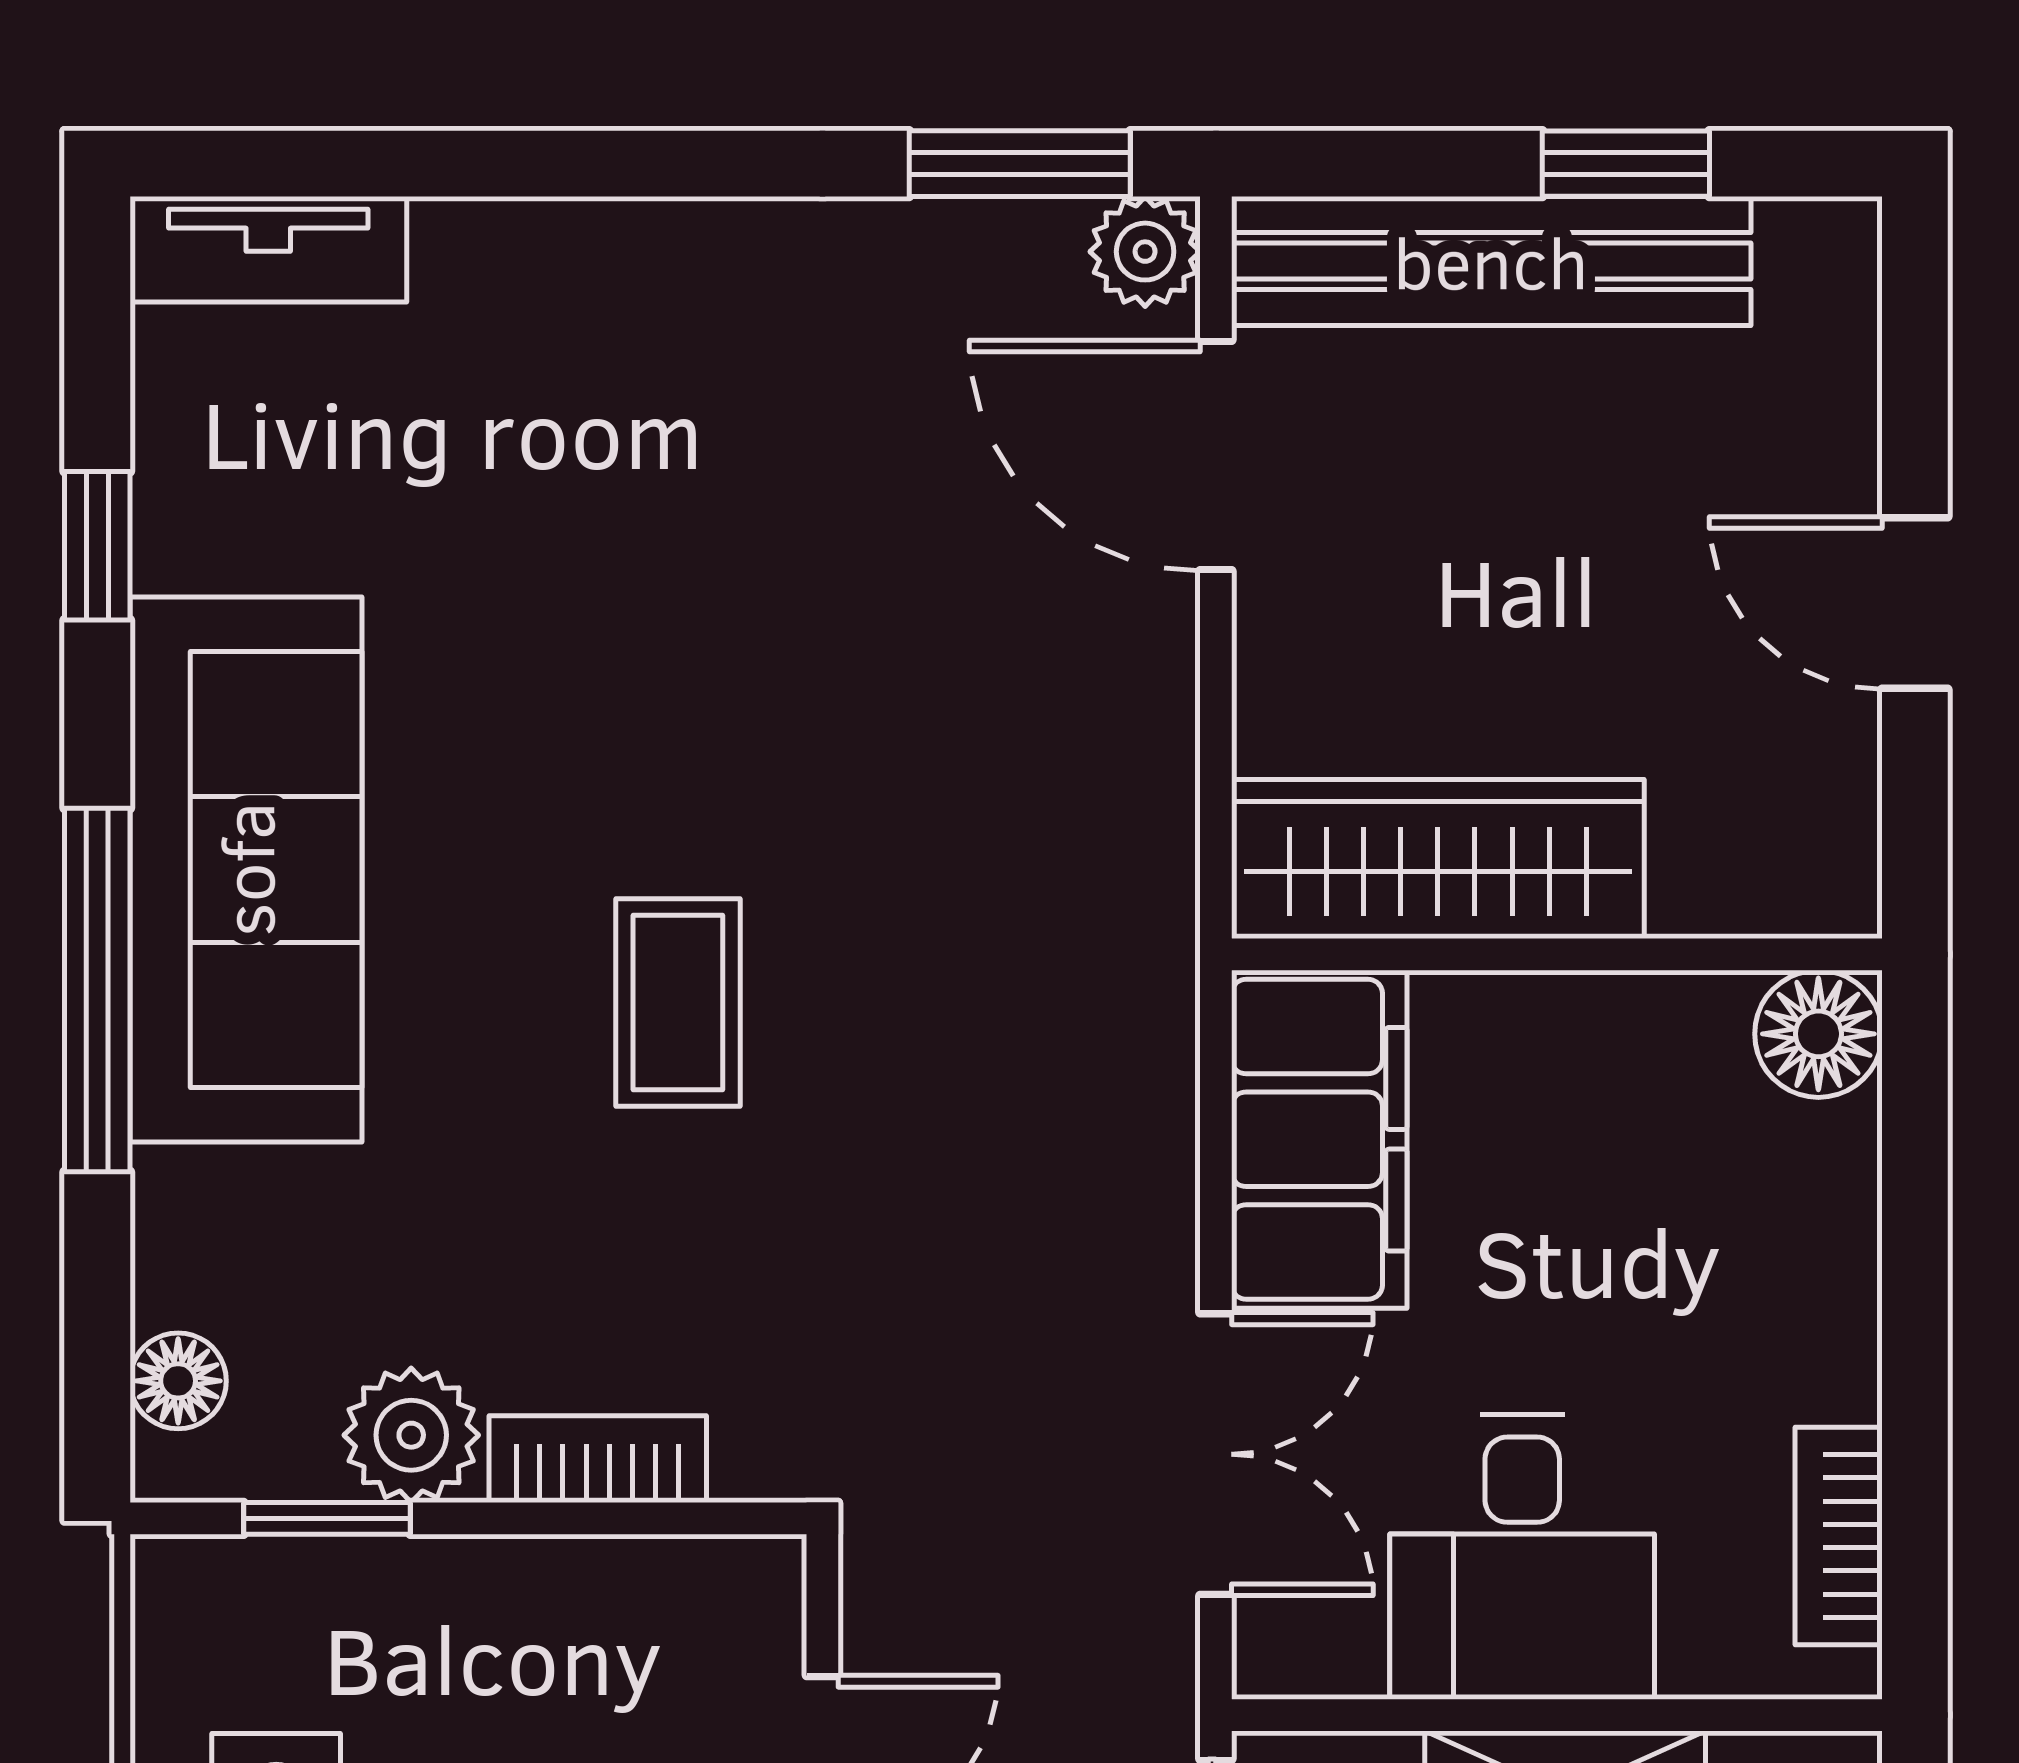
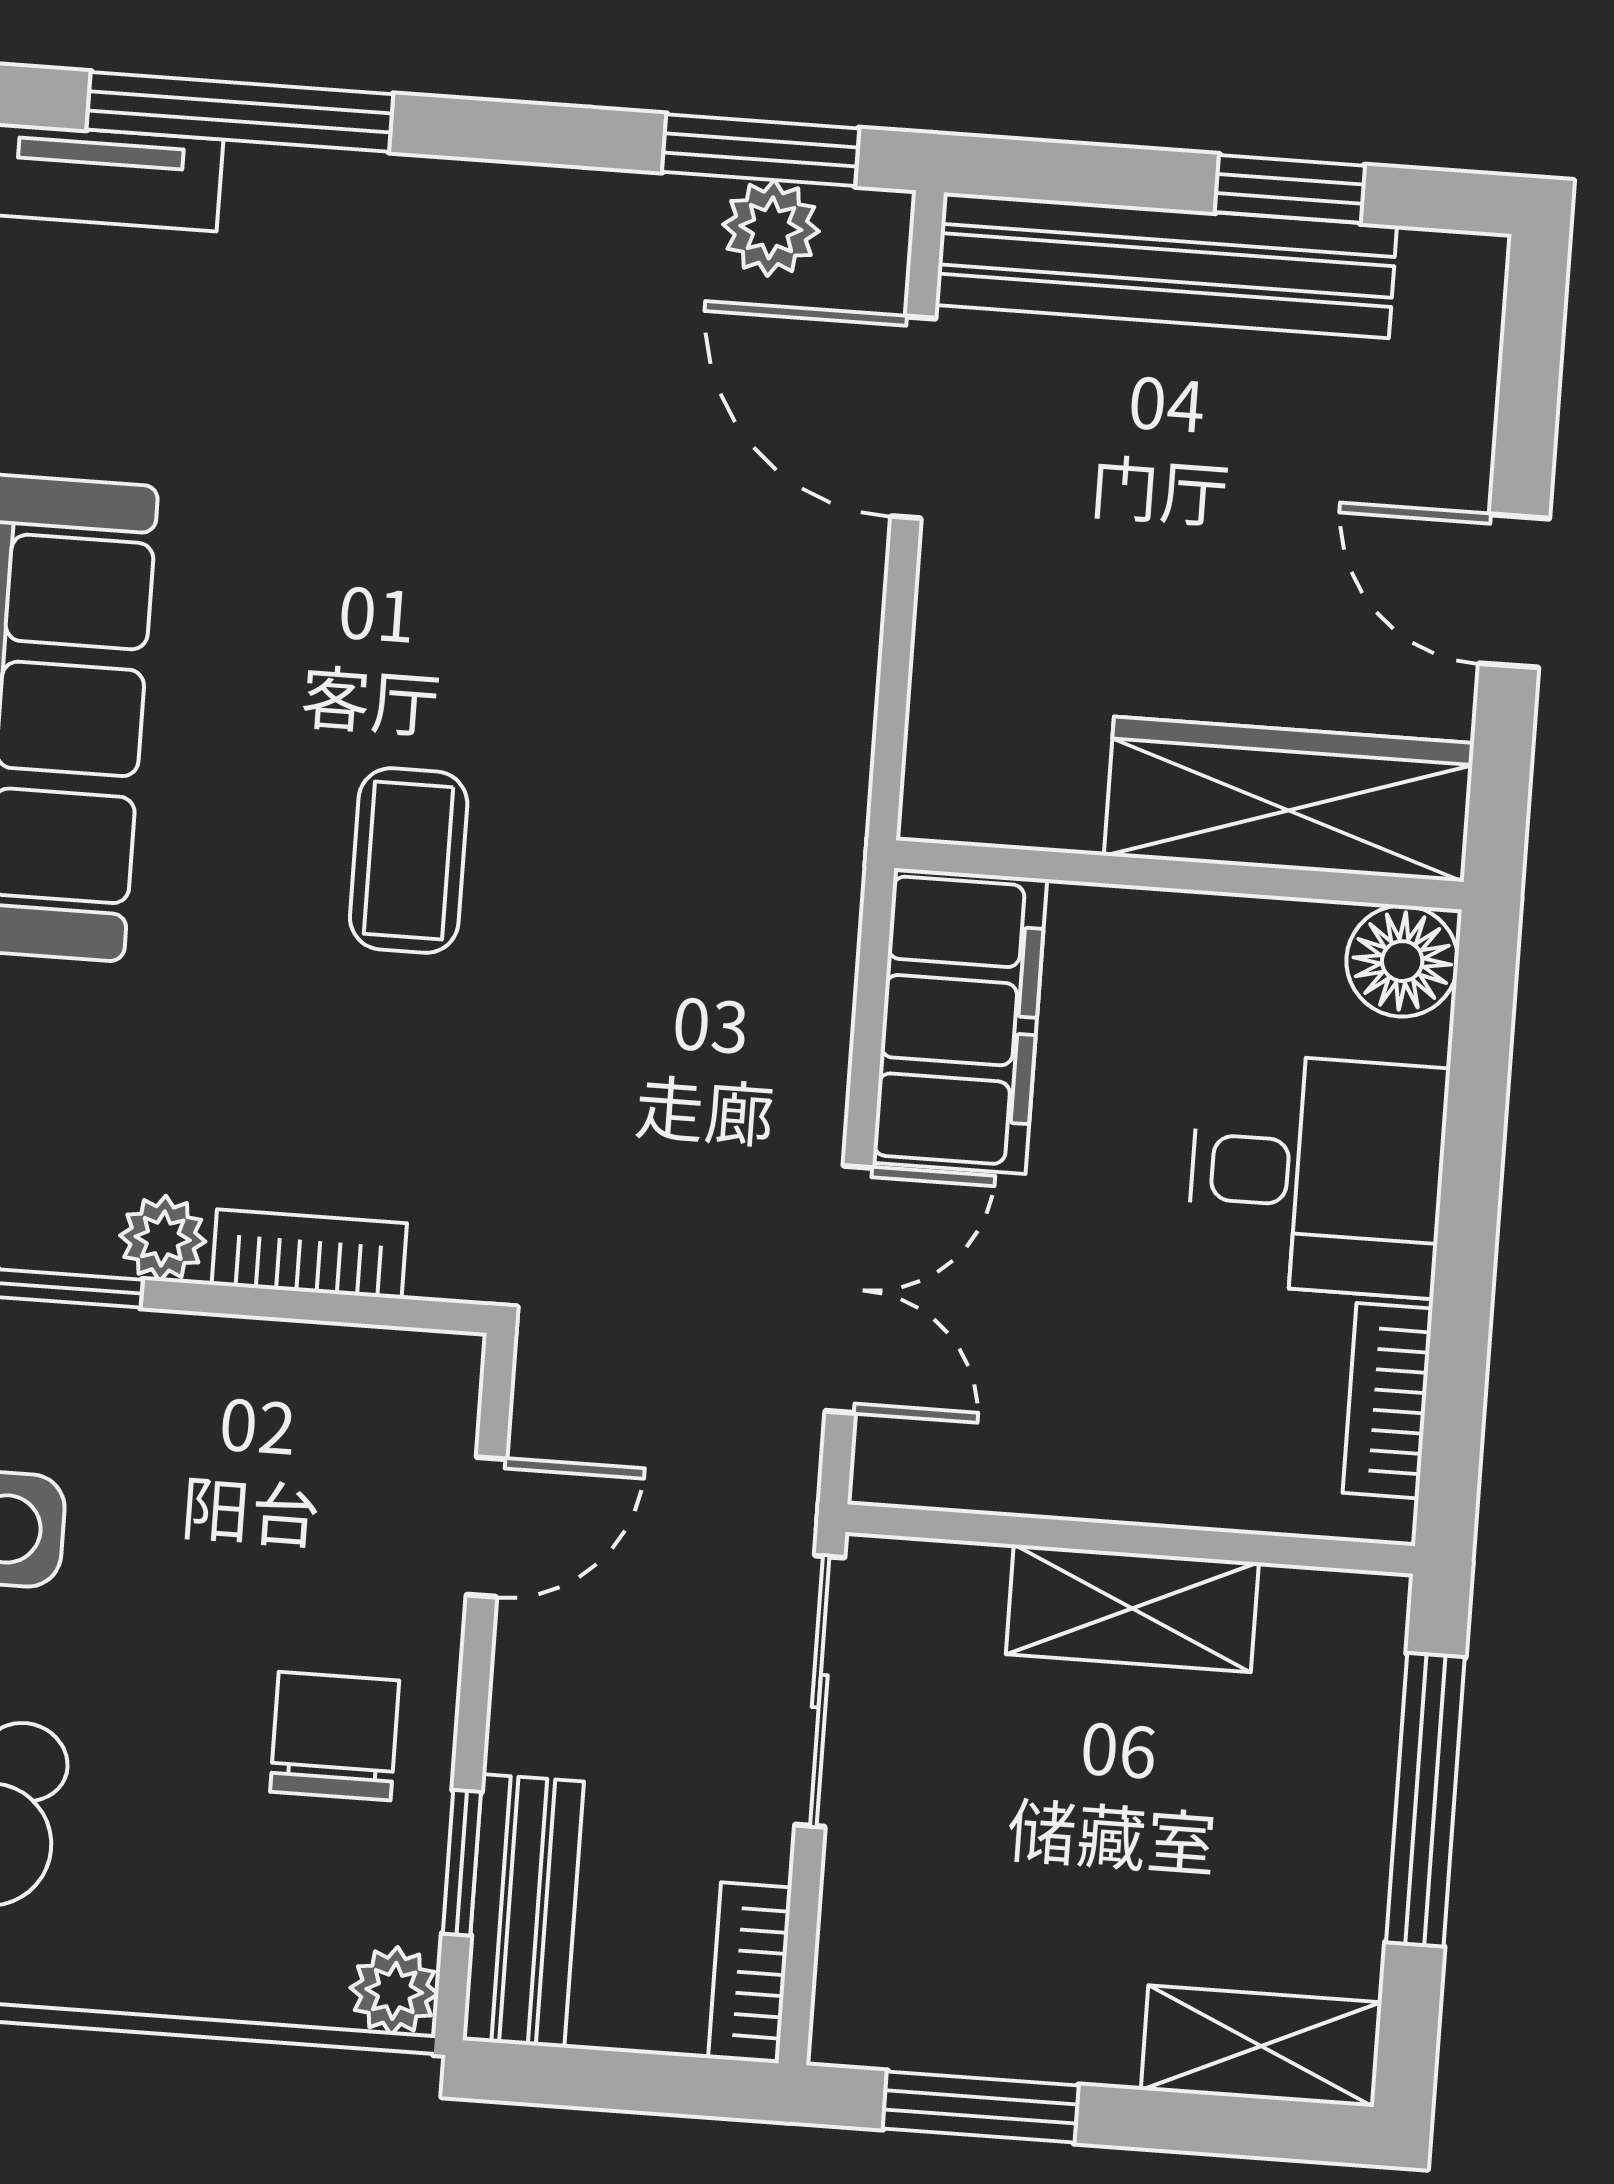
window: (423, 164) -> (240, 112), added
plant: (1145, 252) -> (771, 228), moved
wardrobe: (1438, 859) -> (1289, 799), moved
plant: (411, 1435) -> (163, 1238), width x0.73, depth x0.73
desk: (1522, 1557) -> (1317, 1175), moved, turned -90

